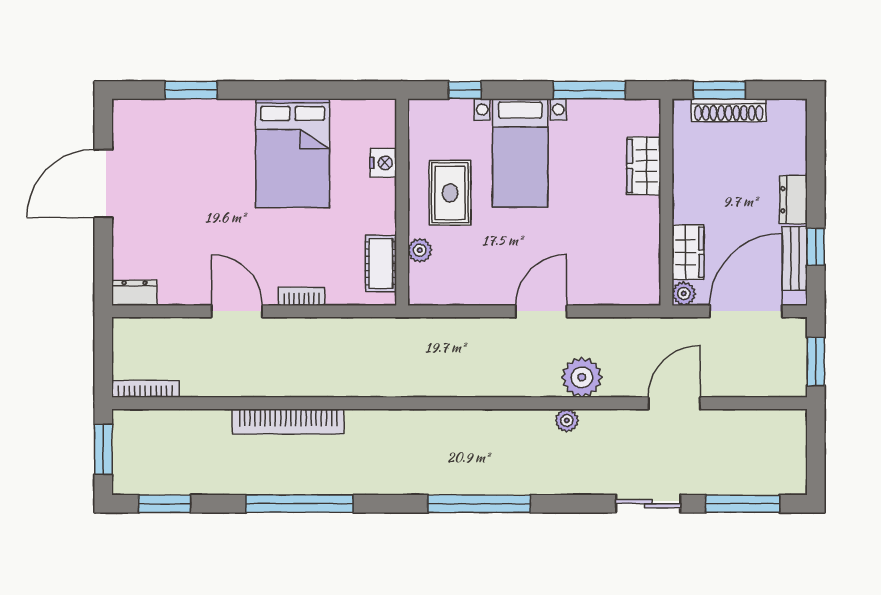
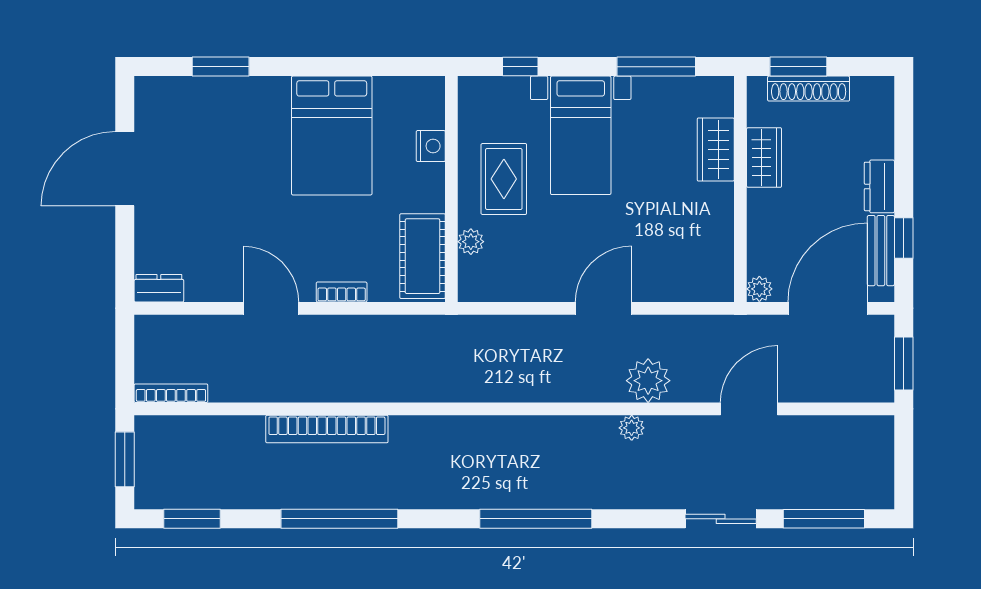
wardrobe: (688, 252) -> (764, 157), moved
cot: (381, 264) -> (423, 256), width x1.37, depth x1.34

